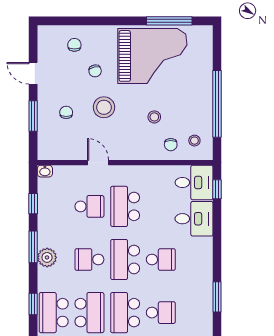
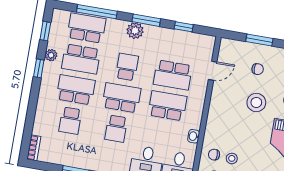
stool: (154, 117) -> (232, 158), moved
door: (98, 163) -> (213, 71), moved
washbasin: (45, 171) -> (194, 136), moved
school desk: (89, 206) -> (173, 75), width x1.85
window: (33, 304) -> (97, 12), width x2.17

